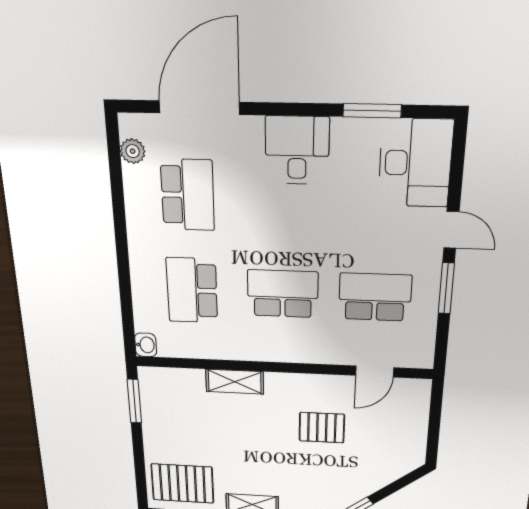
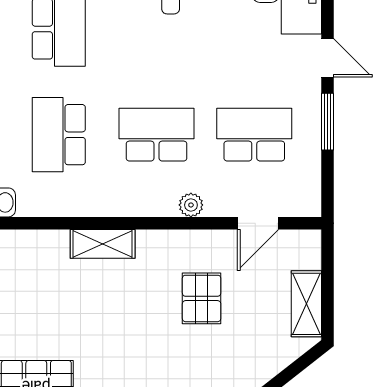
plant: (314, 354) -> (191, 205), added
pallet: (322, 428) -> (202, 298), turned 90
shelving: (414, 436) -> (306, 304), added

